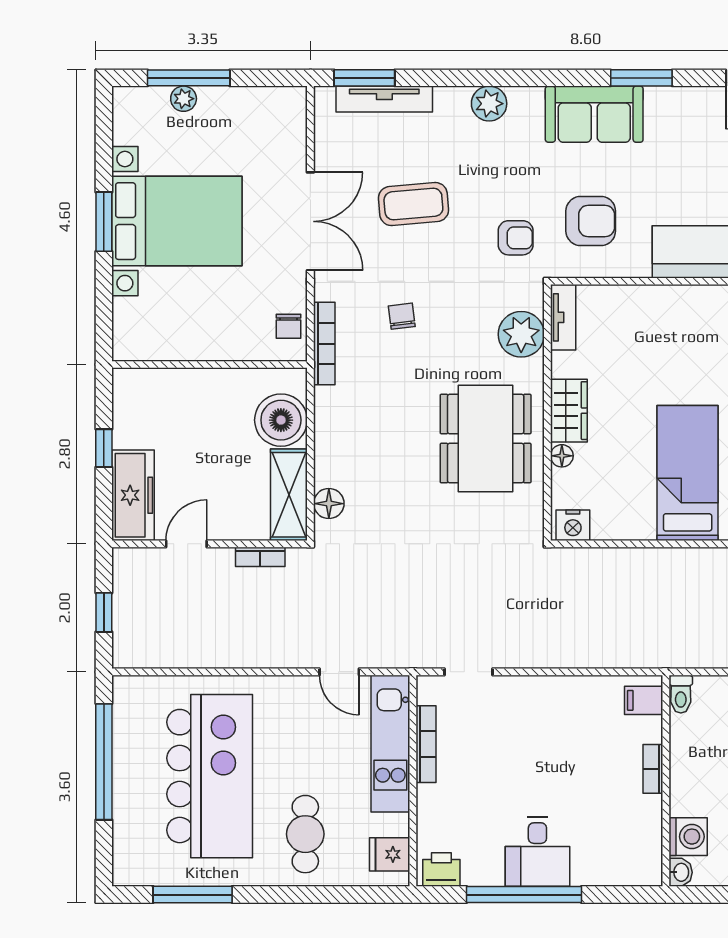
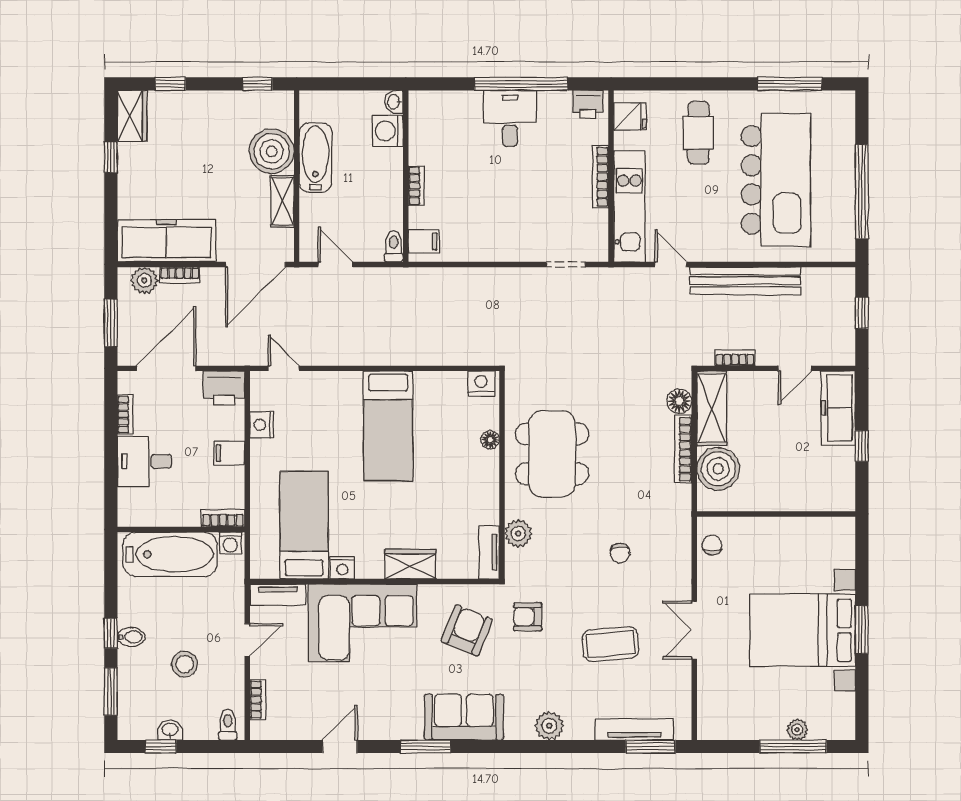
double door: (310, 221) -> (694, 630), width x0.73
armchair: (591, 221) -> (467, 630), turned 112
plant: (521, 334) -> (518, 533), width x0.73, depth x0.73
bookcase: (324, 344) -> (683, 449), moved
wardrobe: (569, 411) -> (410, 564), moved, turned 90
bench: (247, 652) -> (745, 281), added
bookcase: (426, 744) -> (600, 177), moved
kitchen island: (210, 776) -> (776, 180), turned 180

